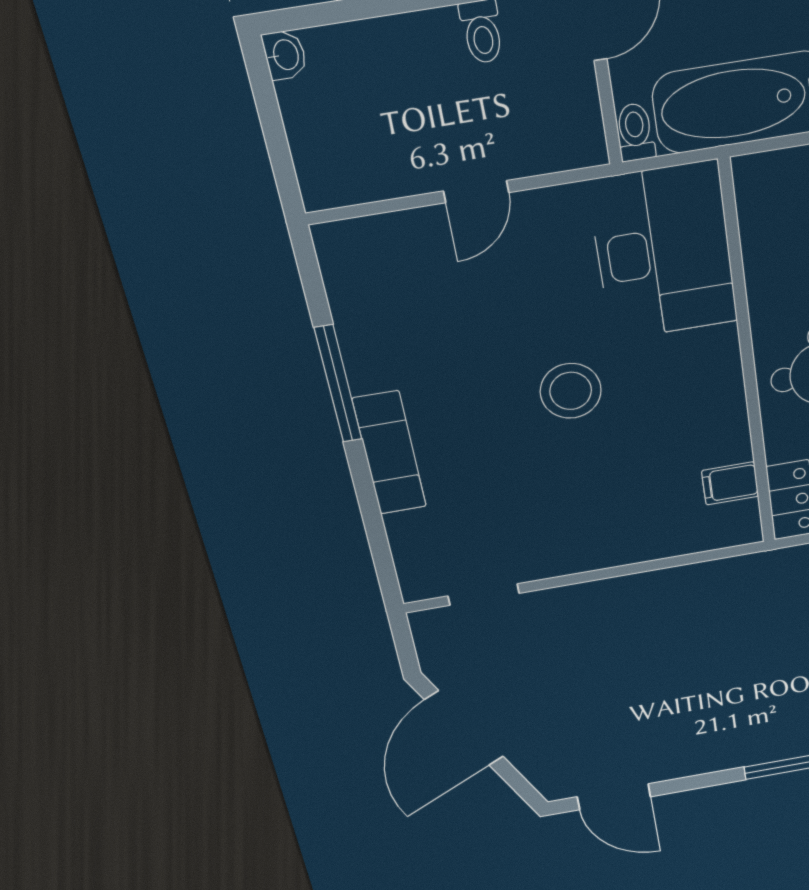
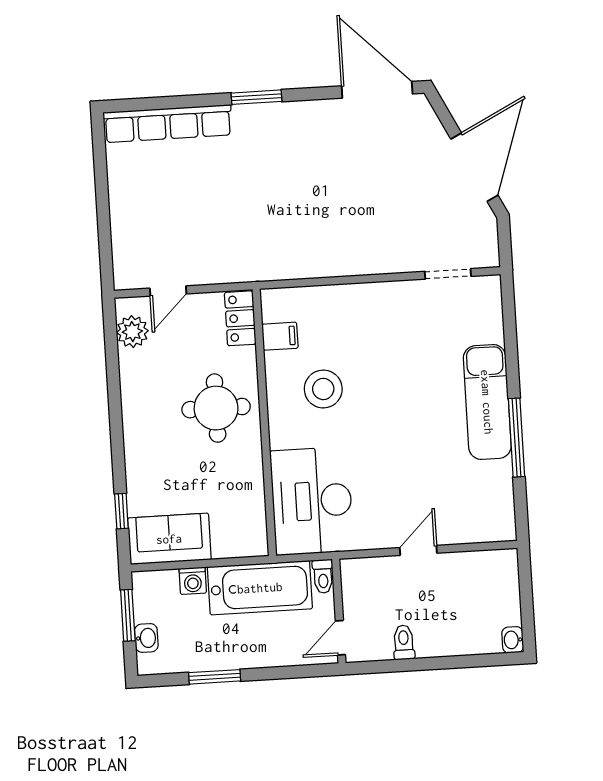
stool: (571, 391) -> (323, 389), moved
exam couch: (390, 453) -> (487, 402), width x1.36, depth x1.45
door: (614, 797) -> (377, 90), width x1.36

